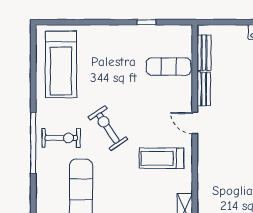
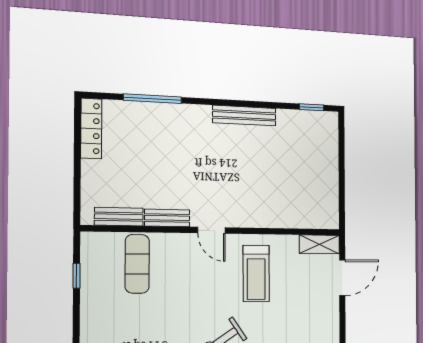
window: (146, 22) -> (77, 276), moved
door: (195, 123) -> (211, 230), hinge flipped

